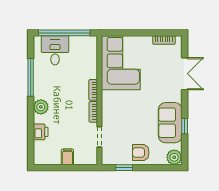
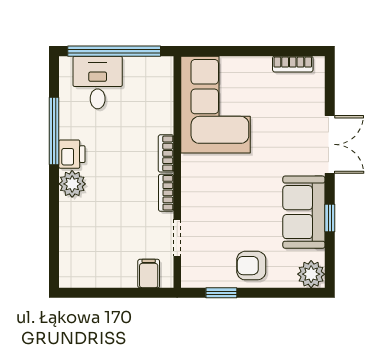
double door: (185, 74) -> (330, 144), moved
printer: (41, 132) -> (72, 154), moved
filing cabinet: (67, 157) -> (149, 274), moved

